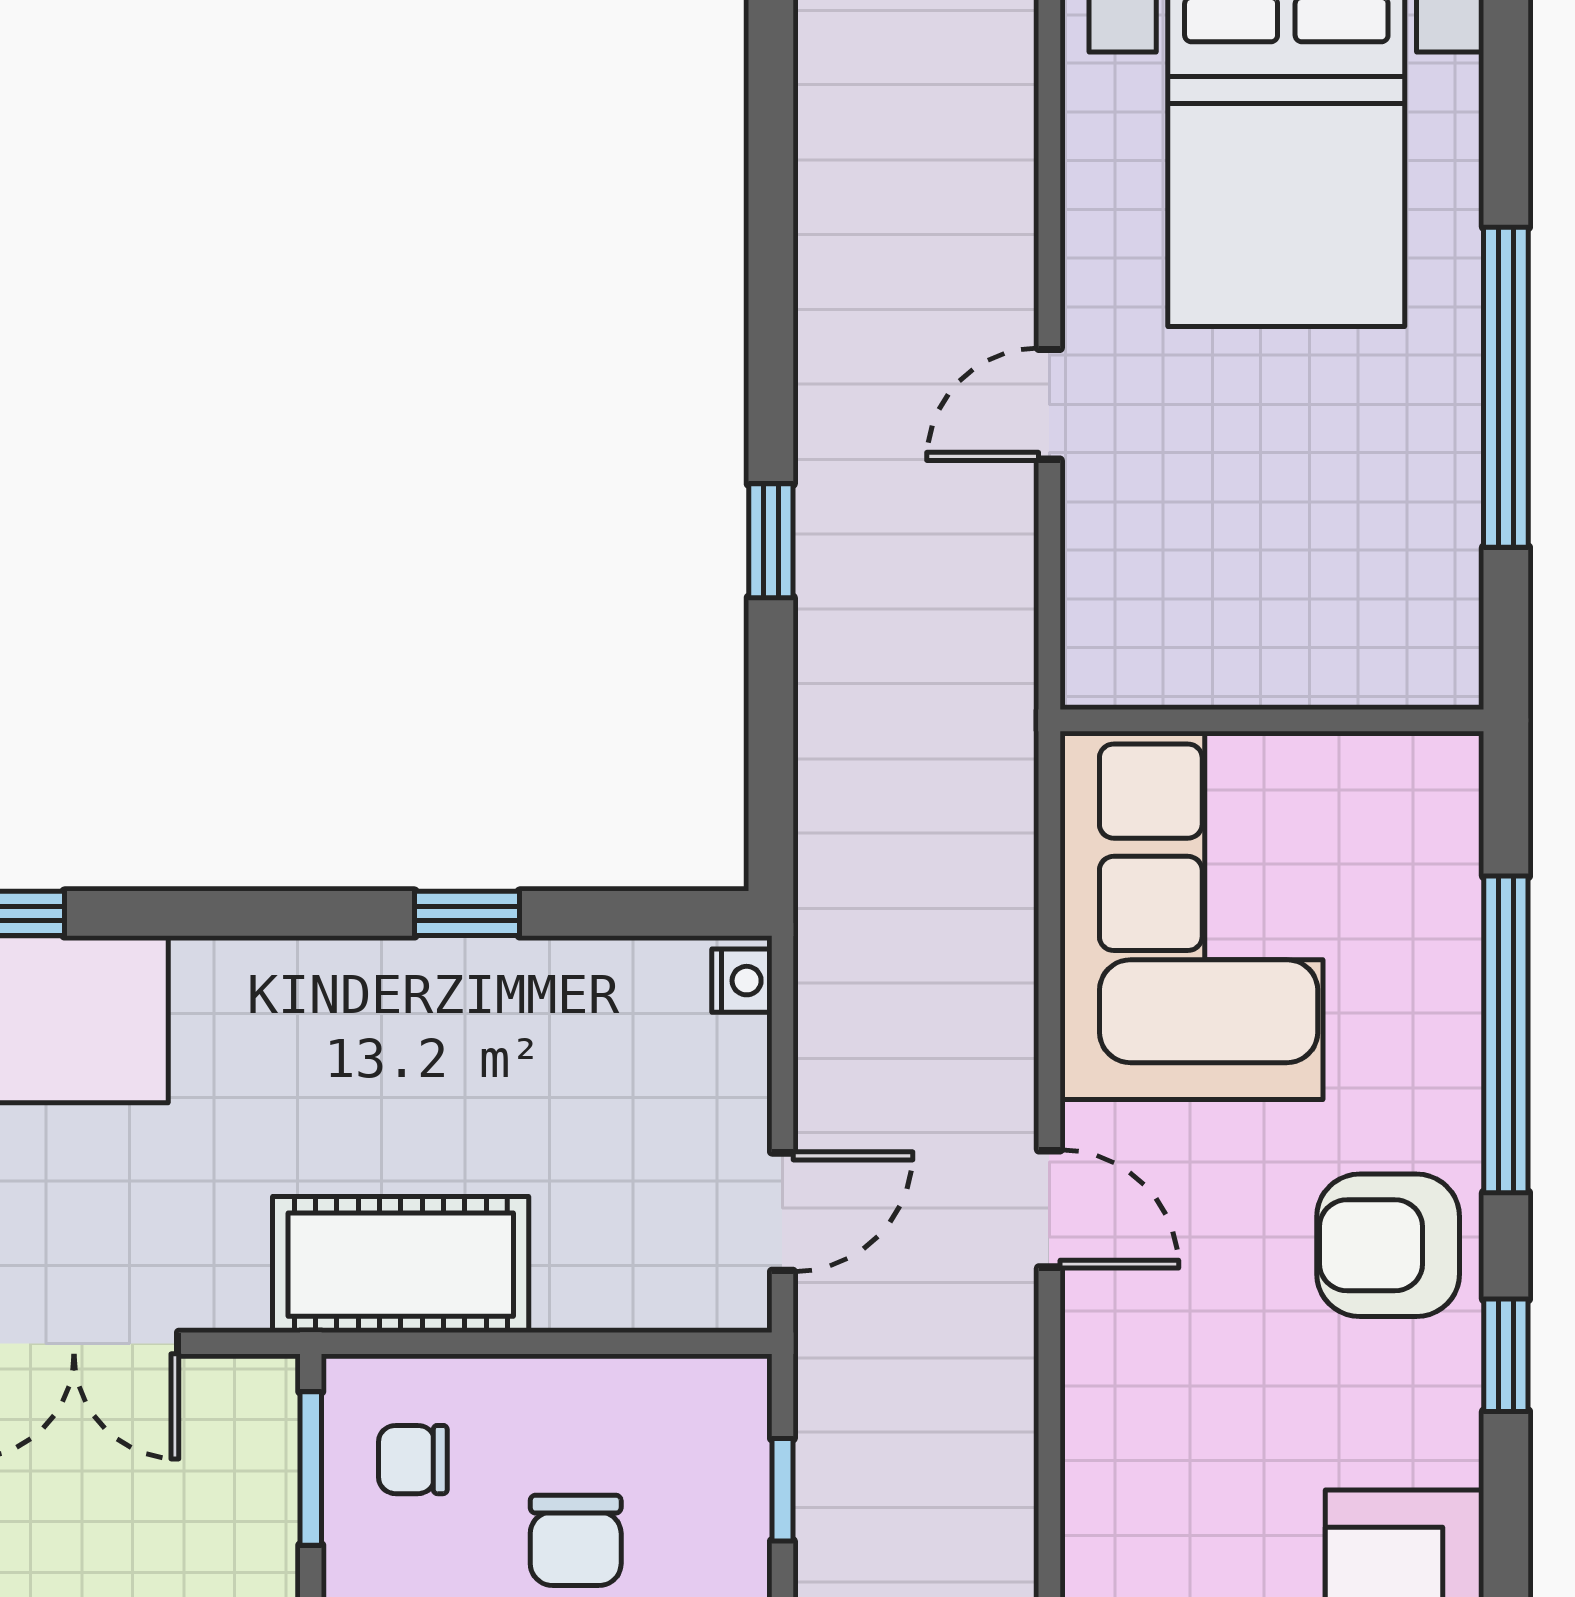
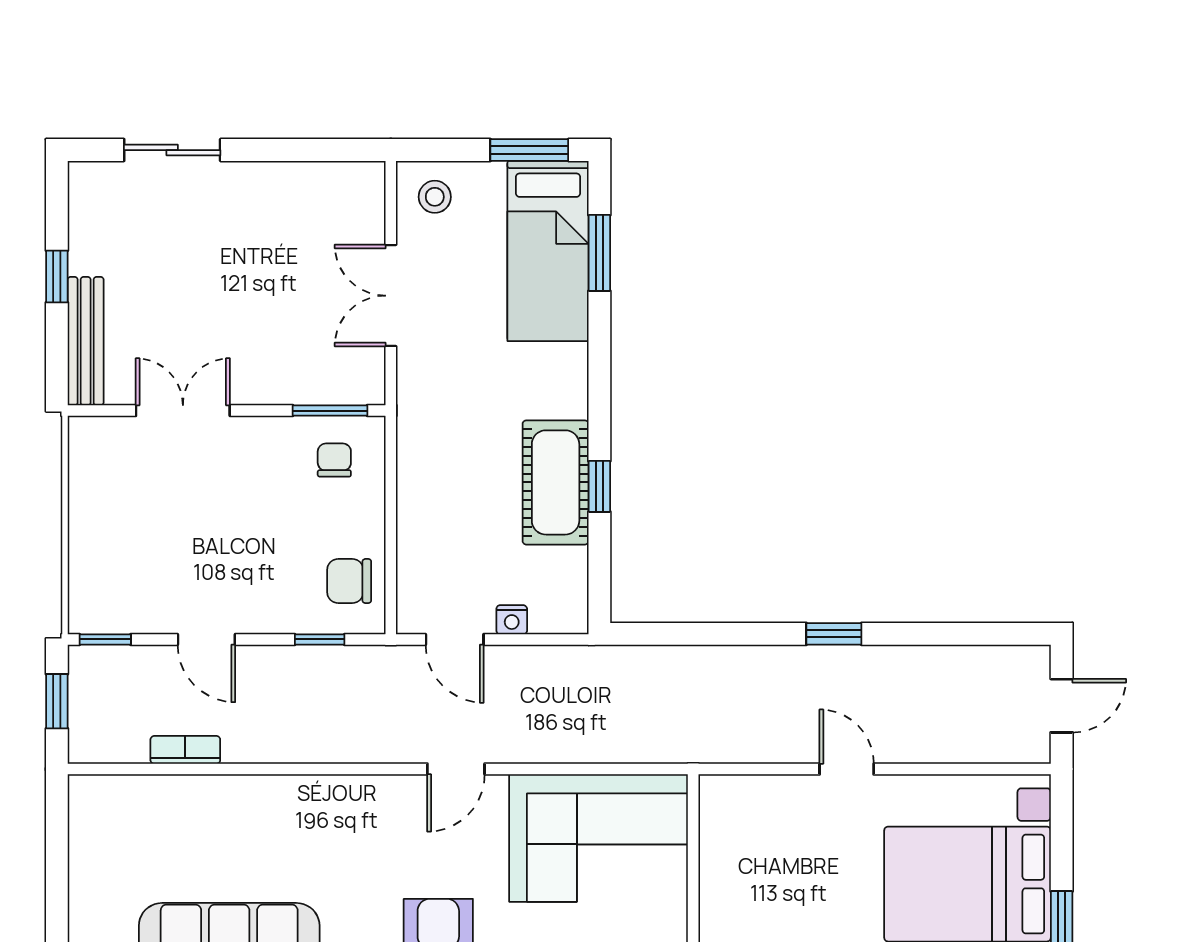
window: (771, 541) -> (834, 634), moved
nightstand: (742, 981) -> (512, 620), moved
cot: (401, 1265) -> (556, 482), moved
chair: (576, 1540) -> (349, 581), moved

